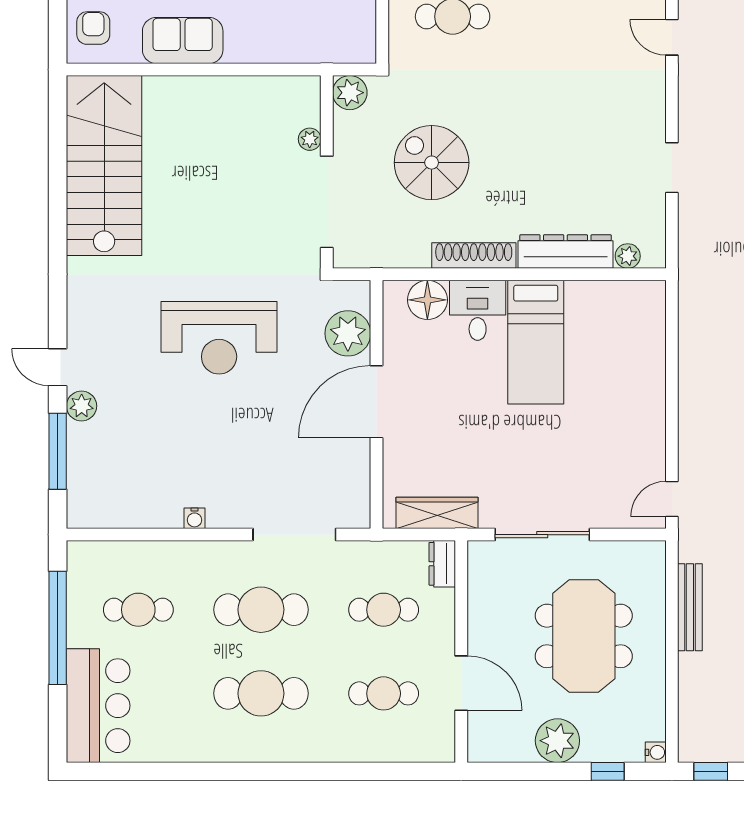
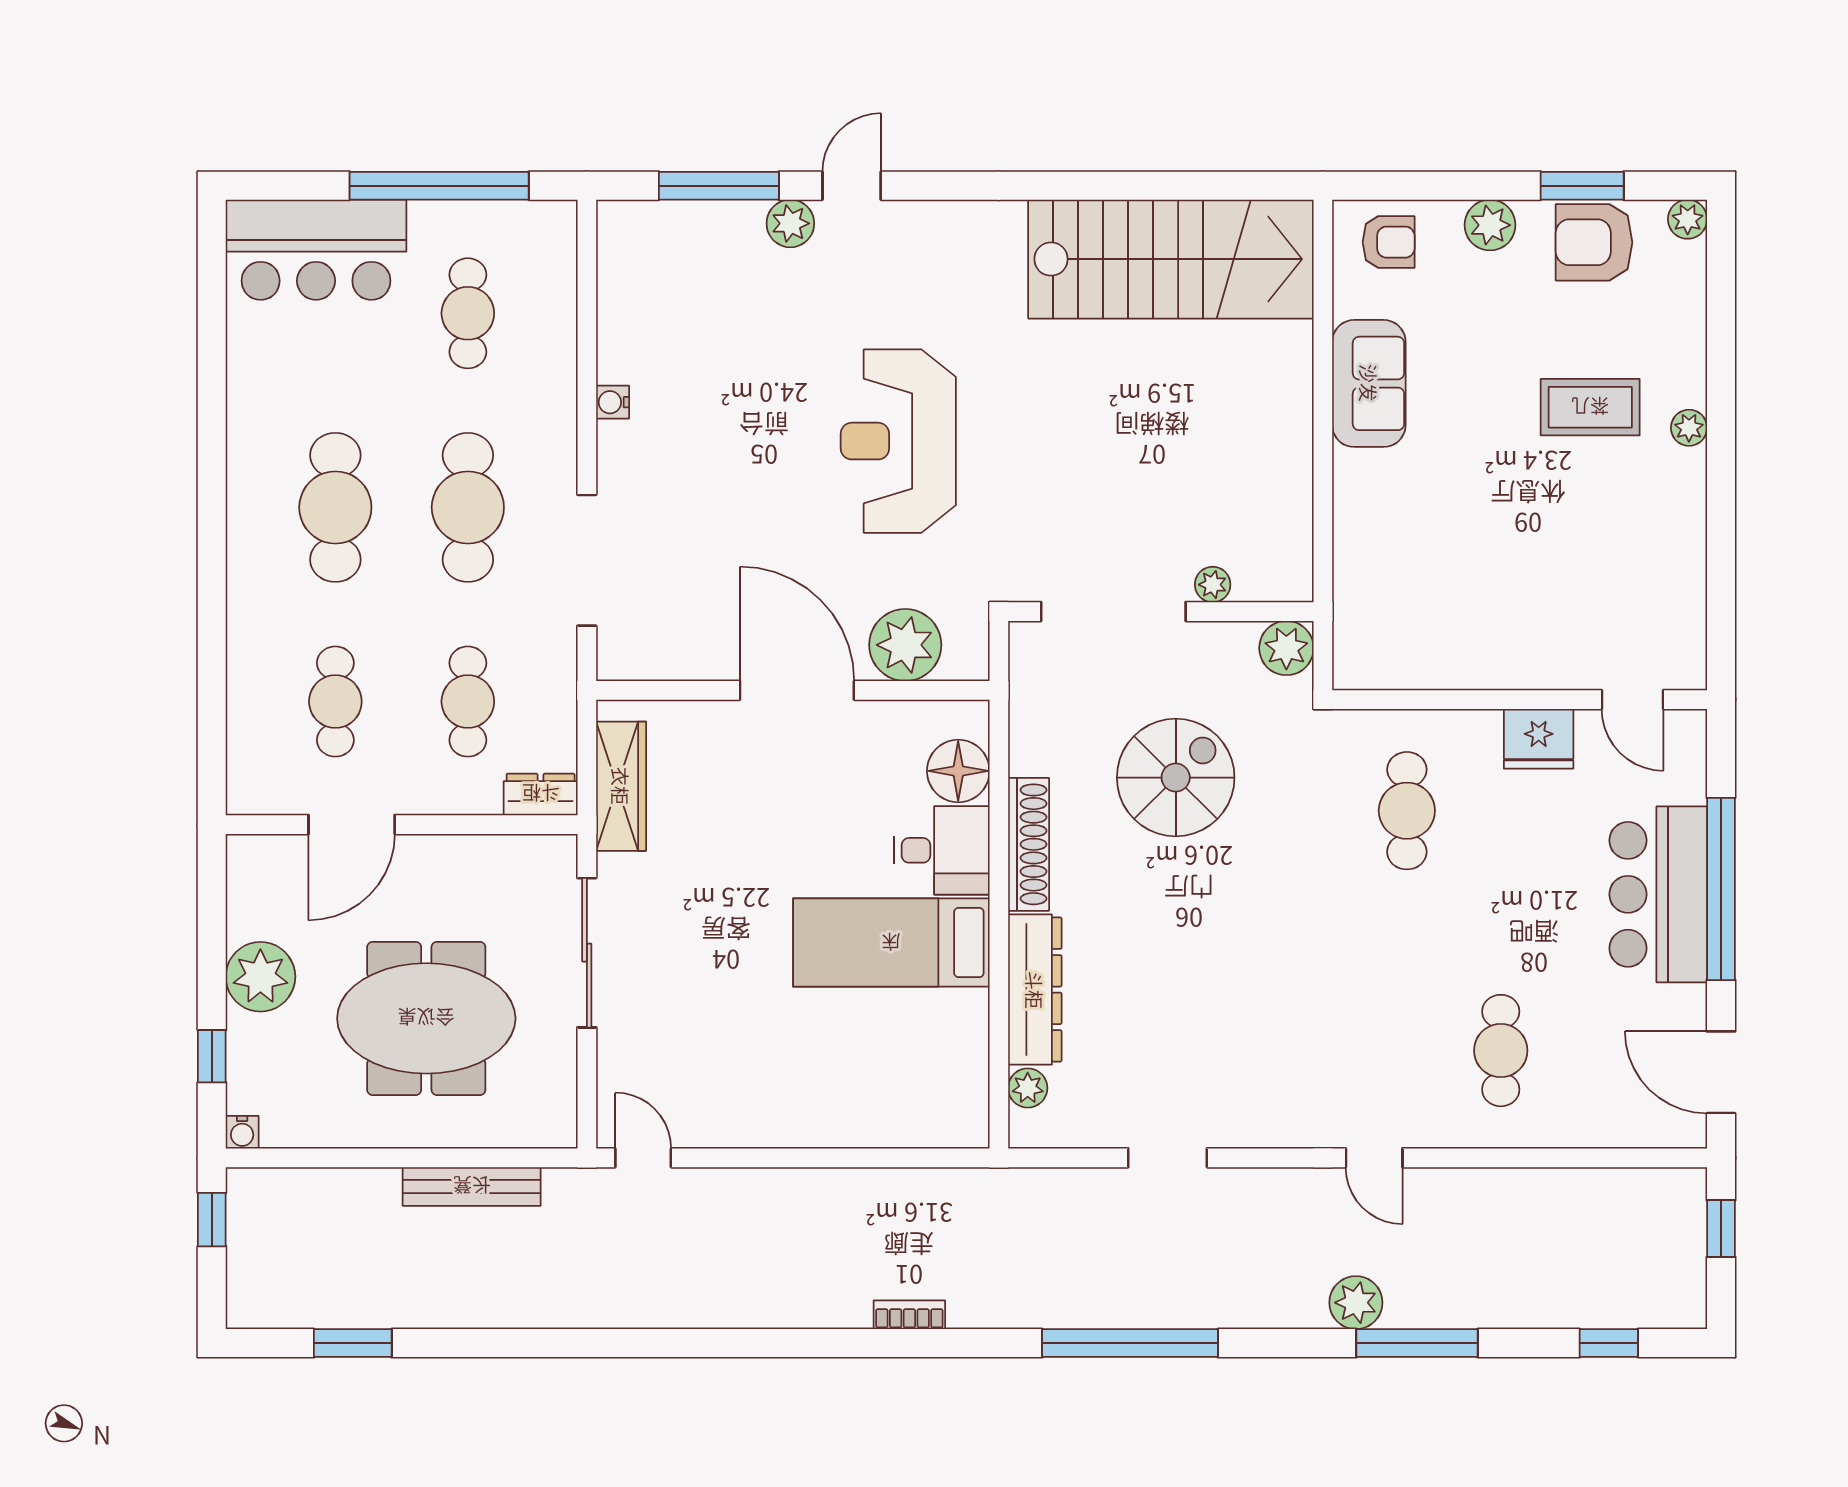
door: (672, 37) -> (1374, 1158), swing flipped

